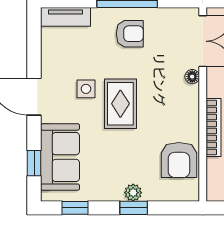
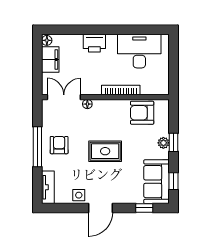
side table: (86, 89) -> (79, 195), moved
sofa: (60, 157) -> (157, 182), moved, turned -90
armchair: (179, 160) -> (142, 113), turned 180

